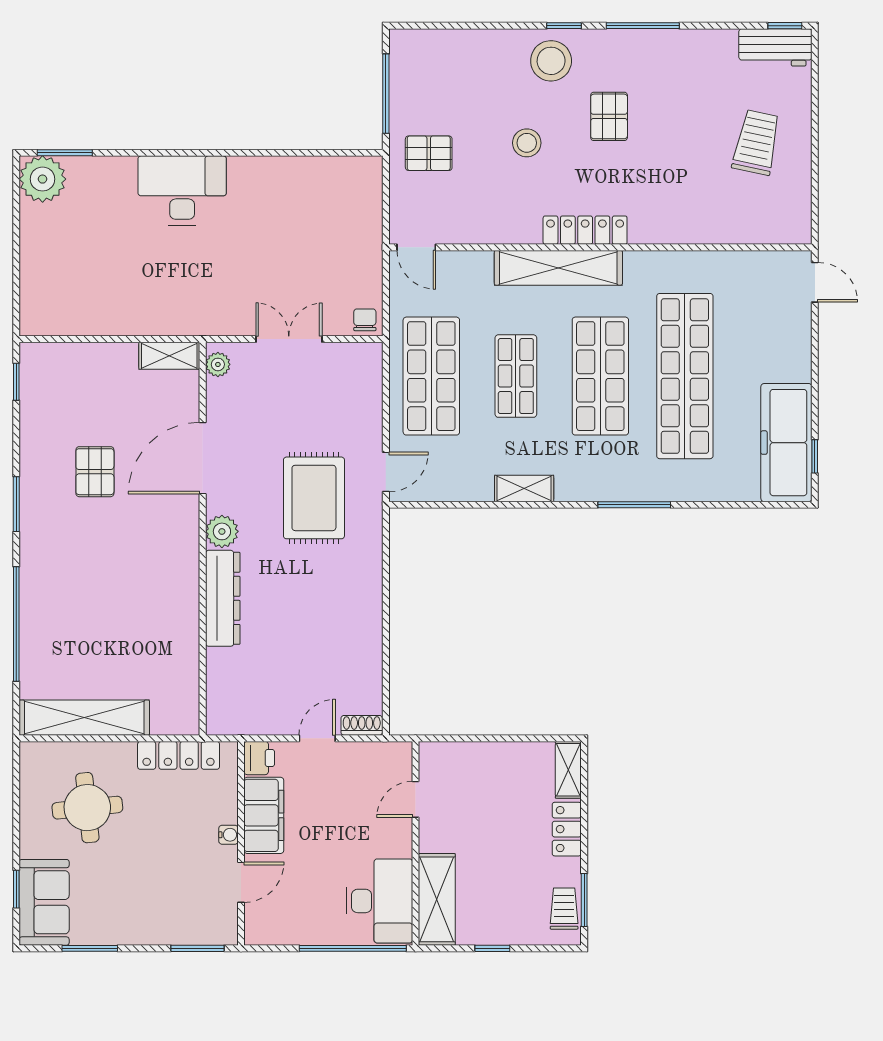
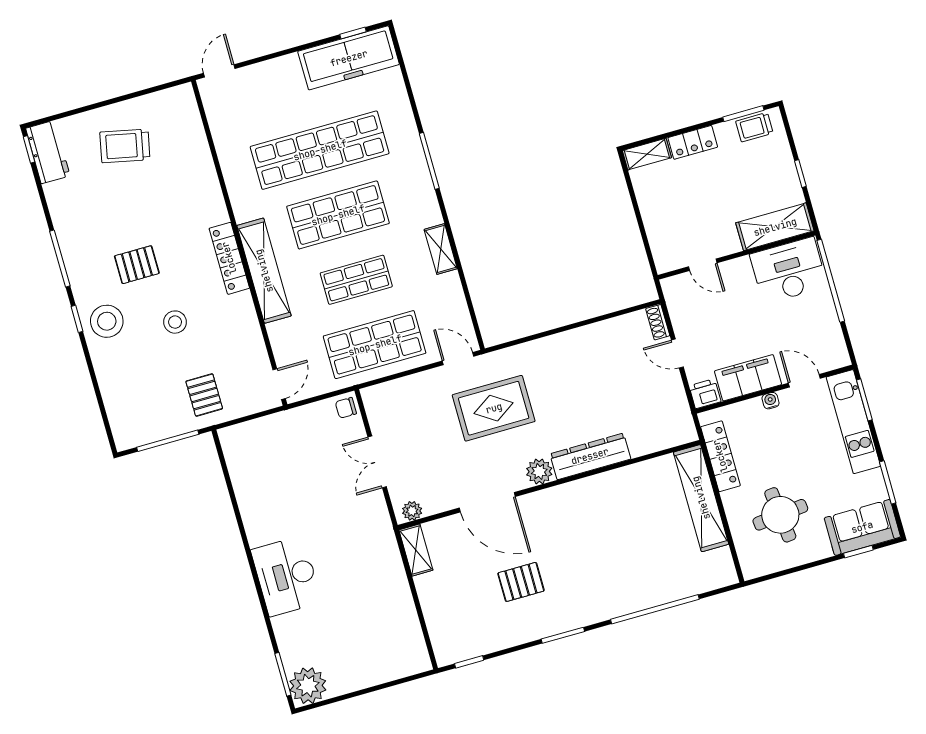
shelving: (84, 718) -> (701, 498), moved
kitchen unit: (175, 928) -> (853, 422), added

